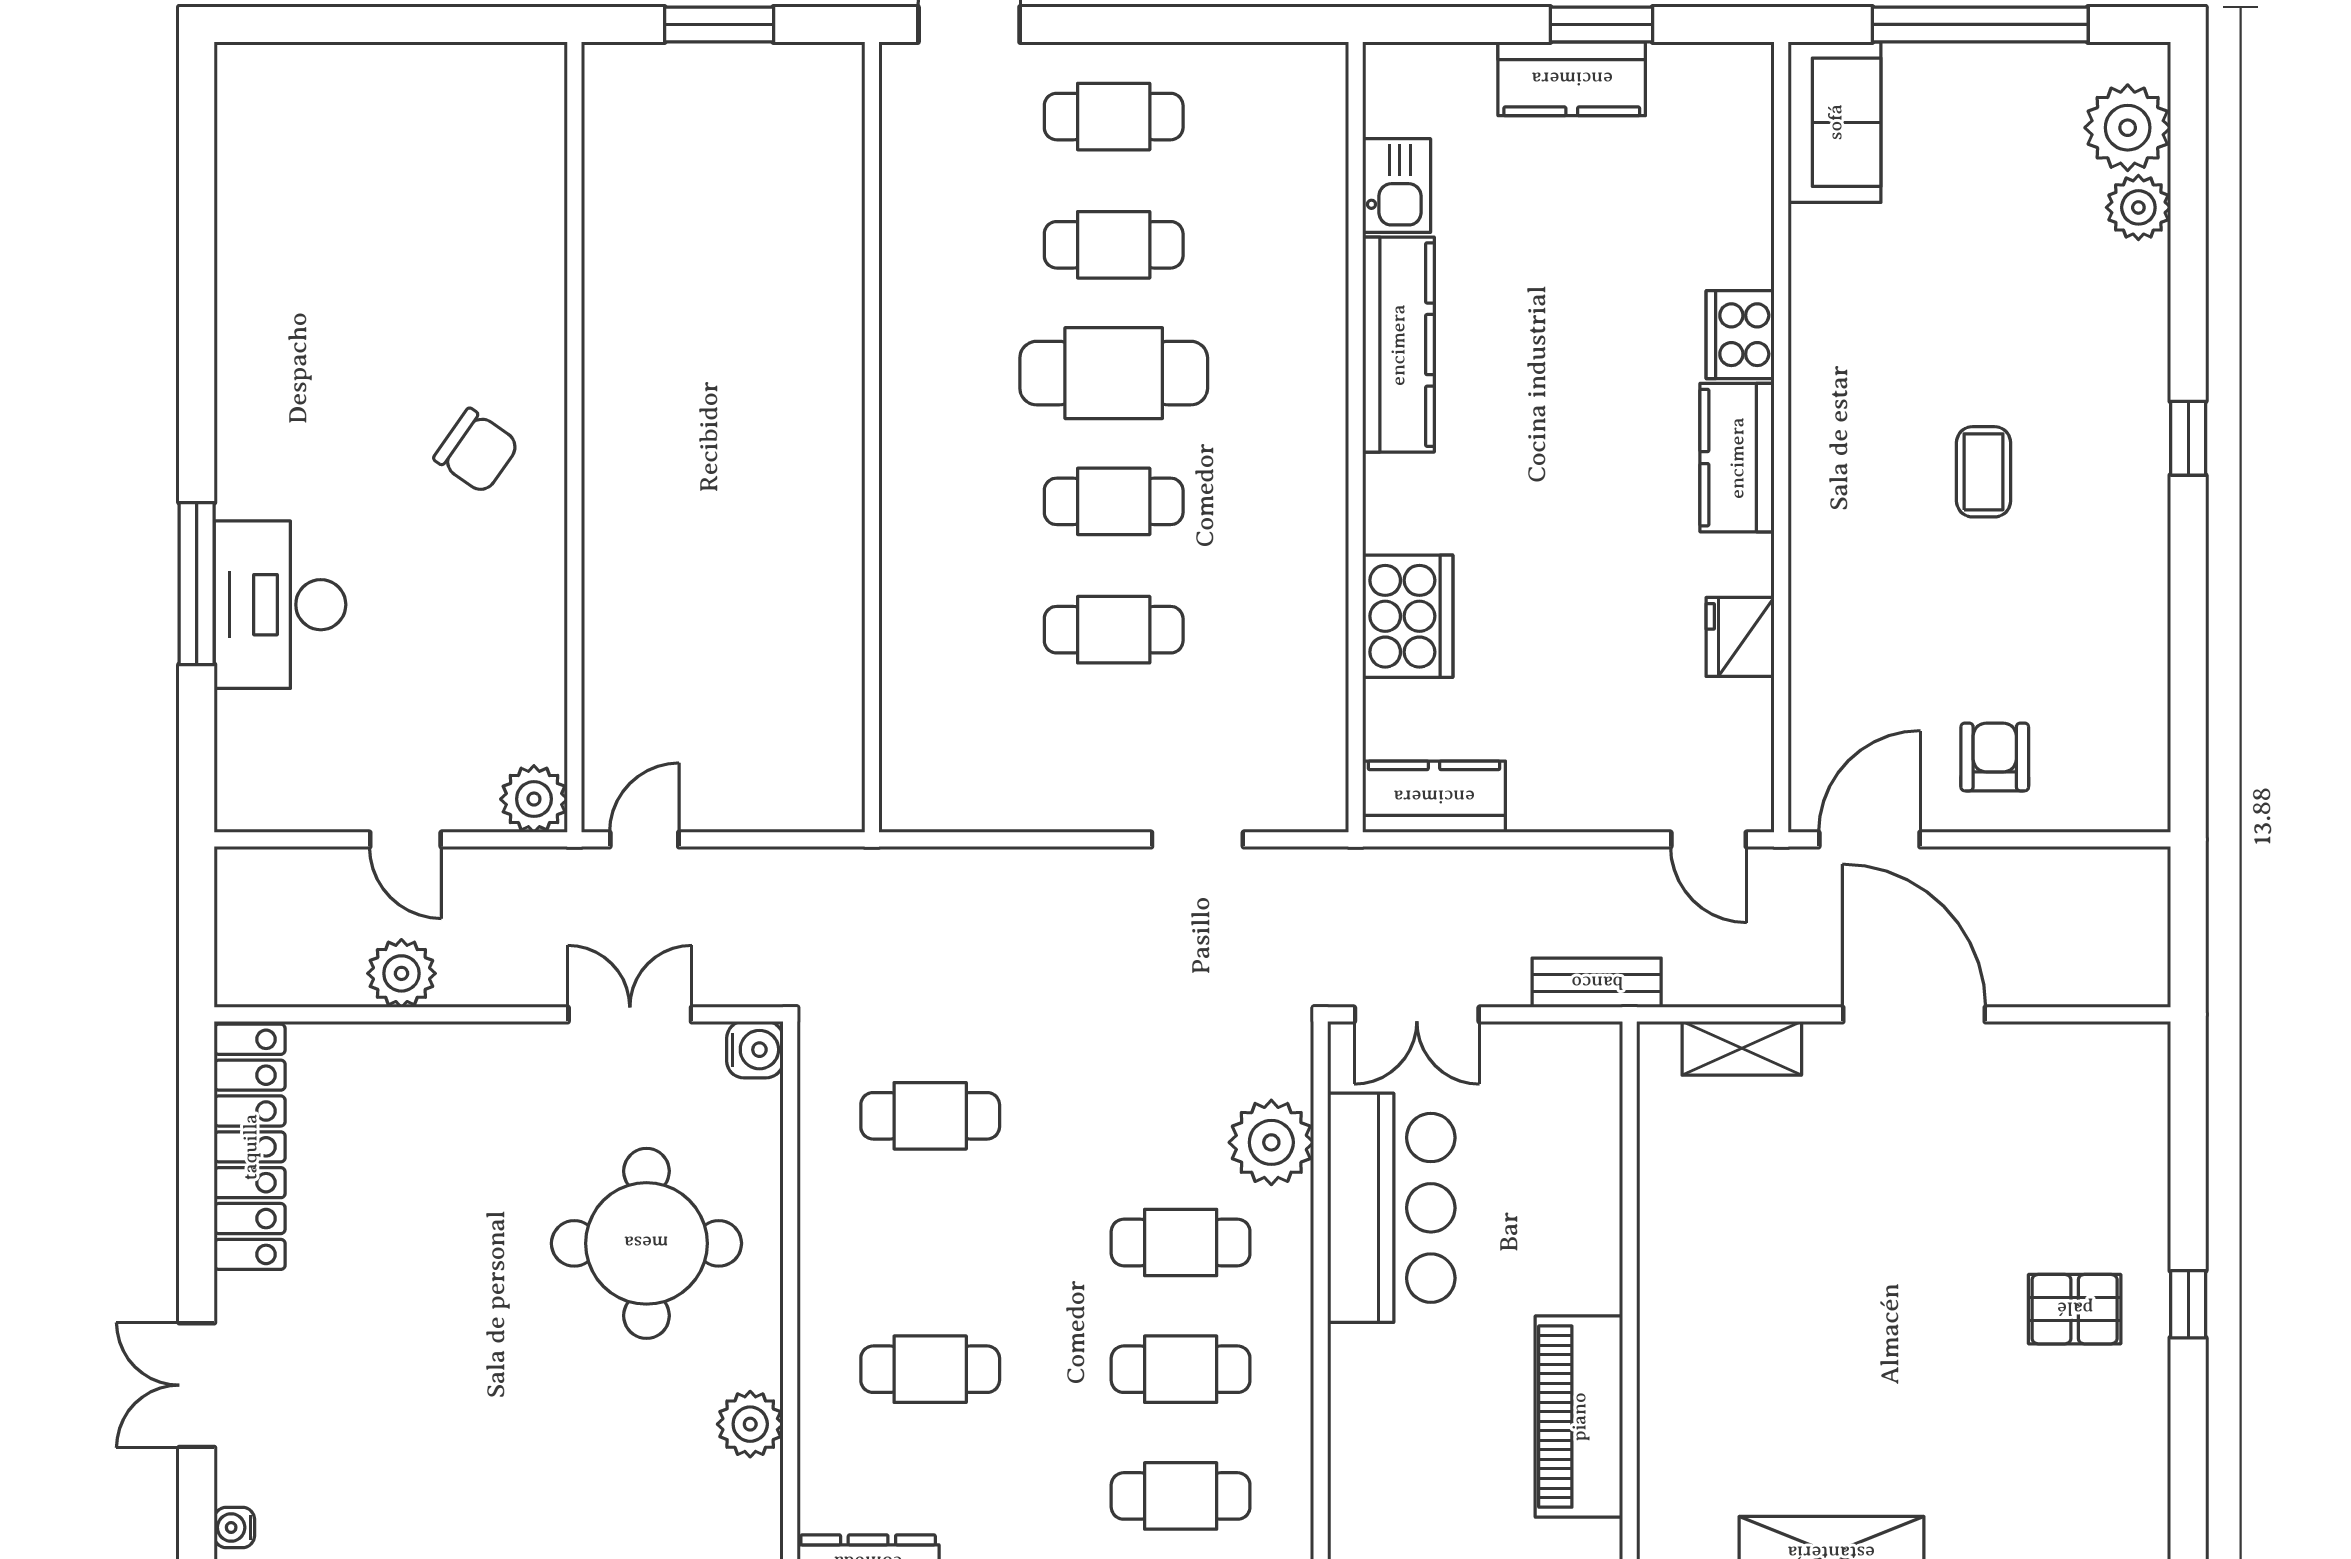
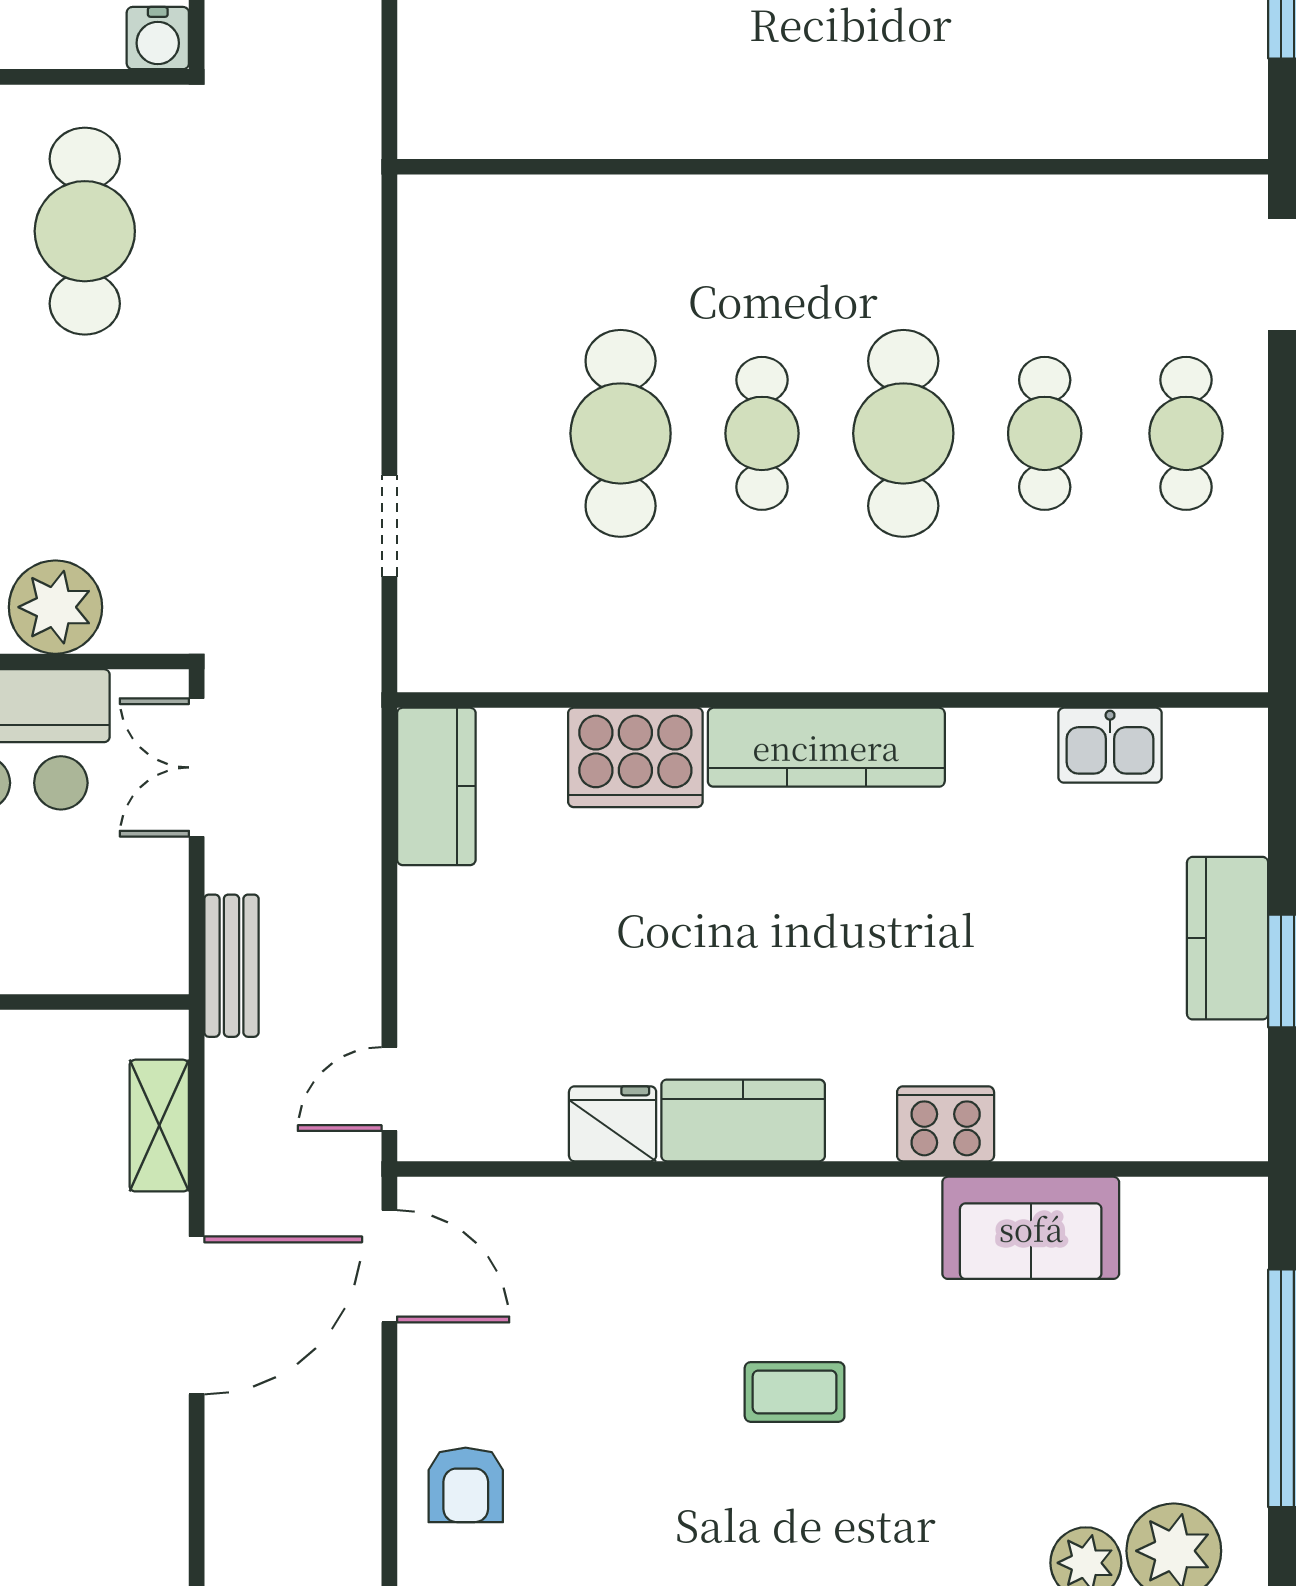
sofa: (1835, 122) -> (1031, 1228), moved
kitchen counter: (1398, 345) -> (826, 747), moved
kitchen counter: (1737, 458) -> (743, 1120), moved
cafe table: (1114, 630) -> (621, 433), width x1.37, depth x1.35
armchair: (1995, 757) -> (466, 1485), moved, turned 90
cafe table: (930, 1116) -> (85, 231), width x1.37, depth x1.35

